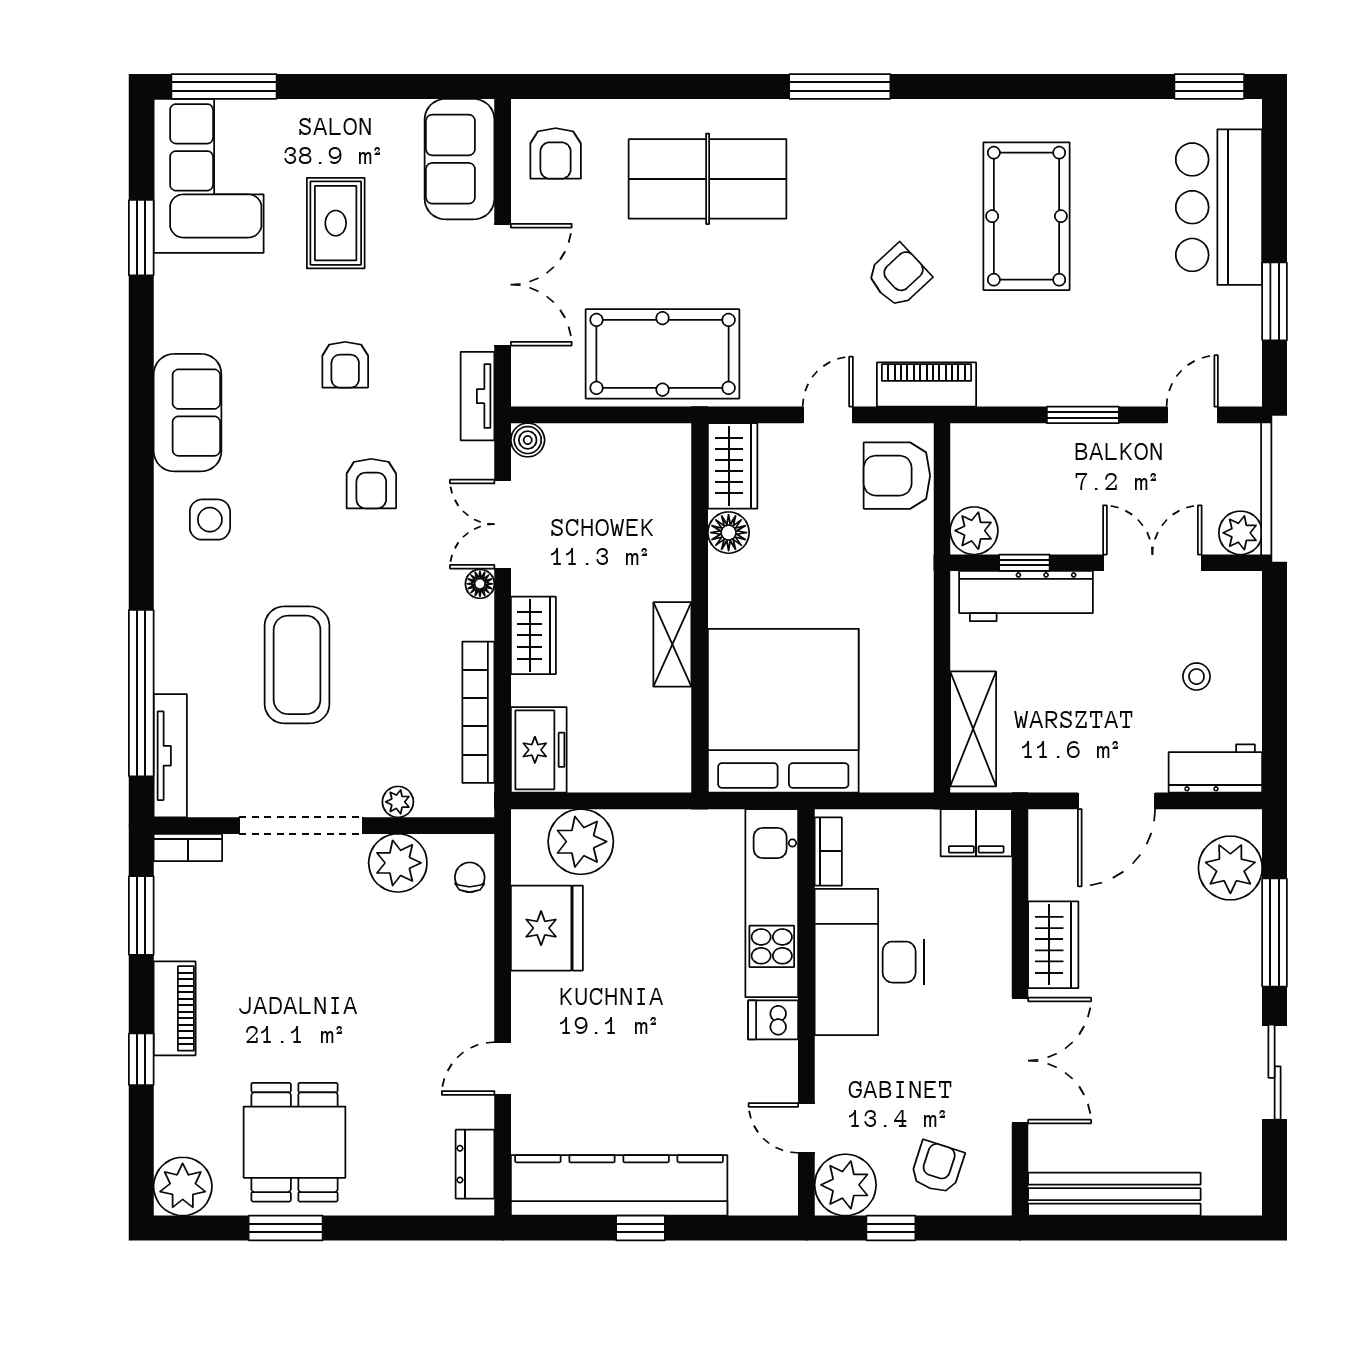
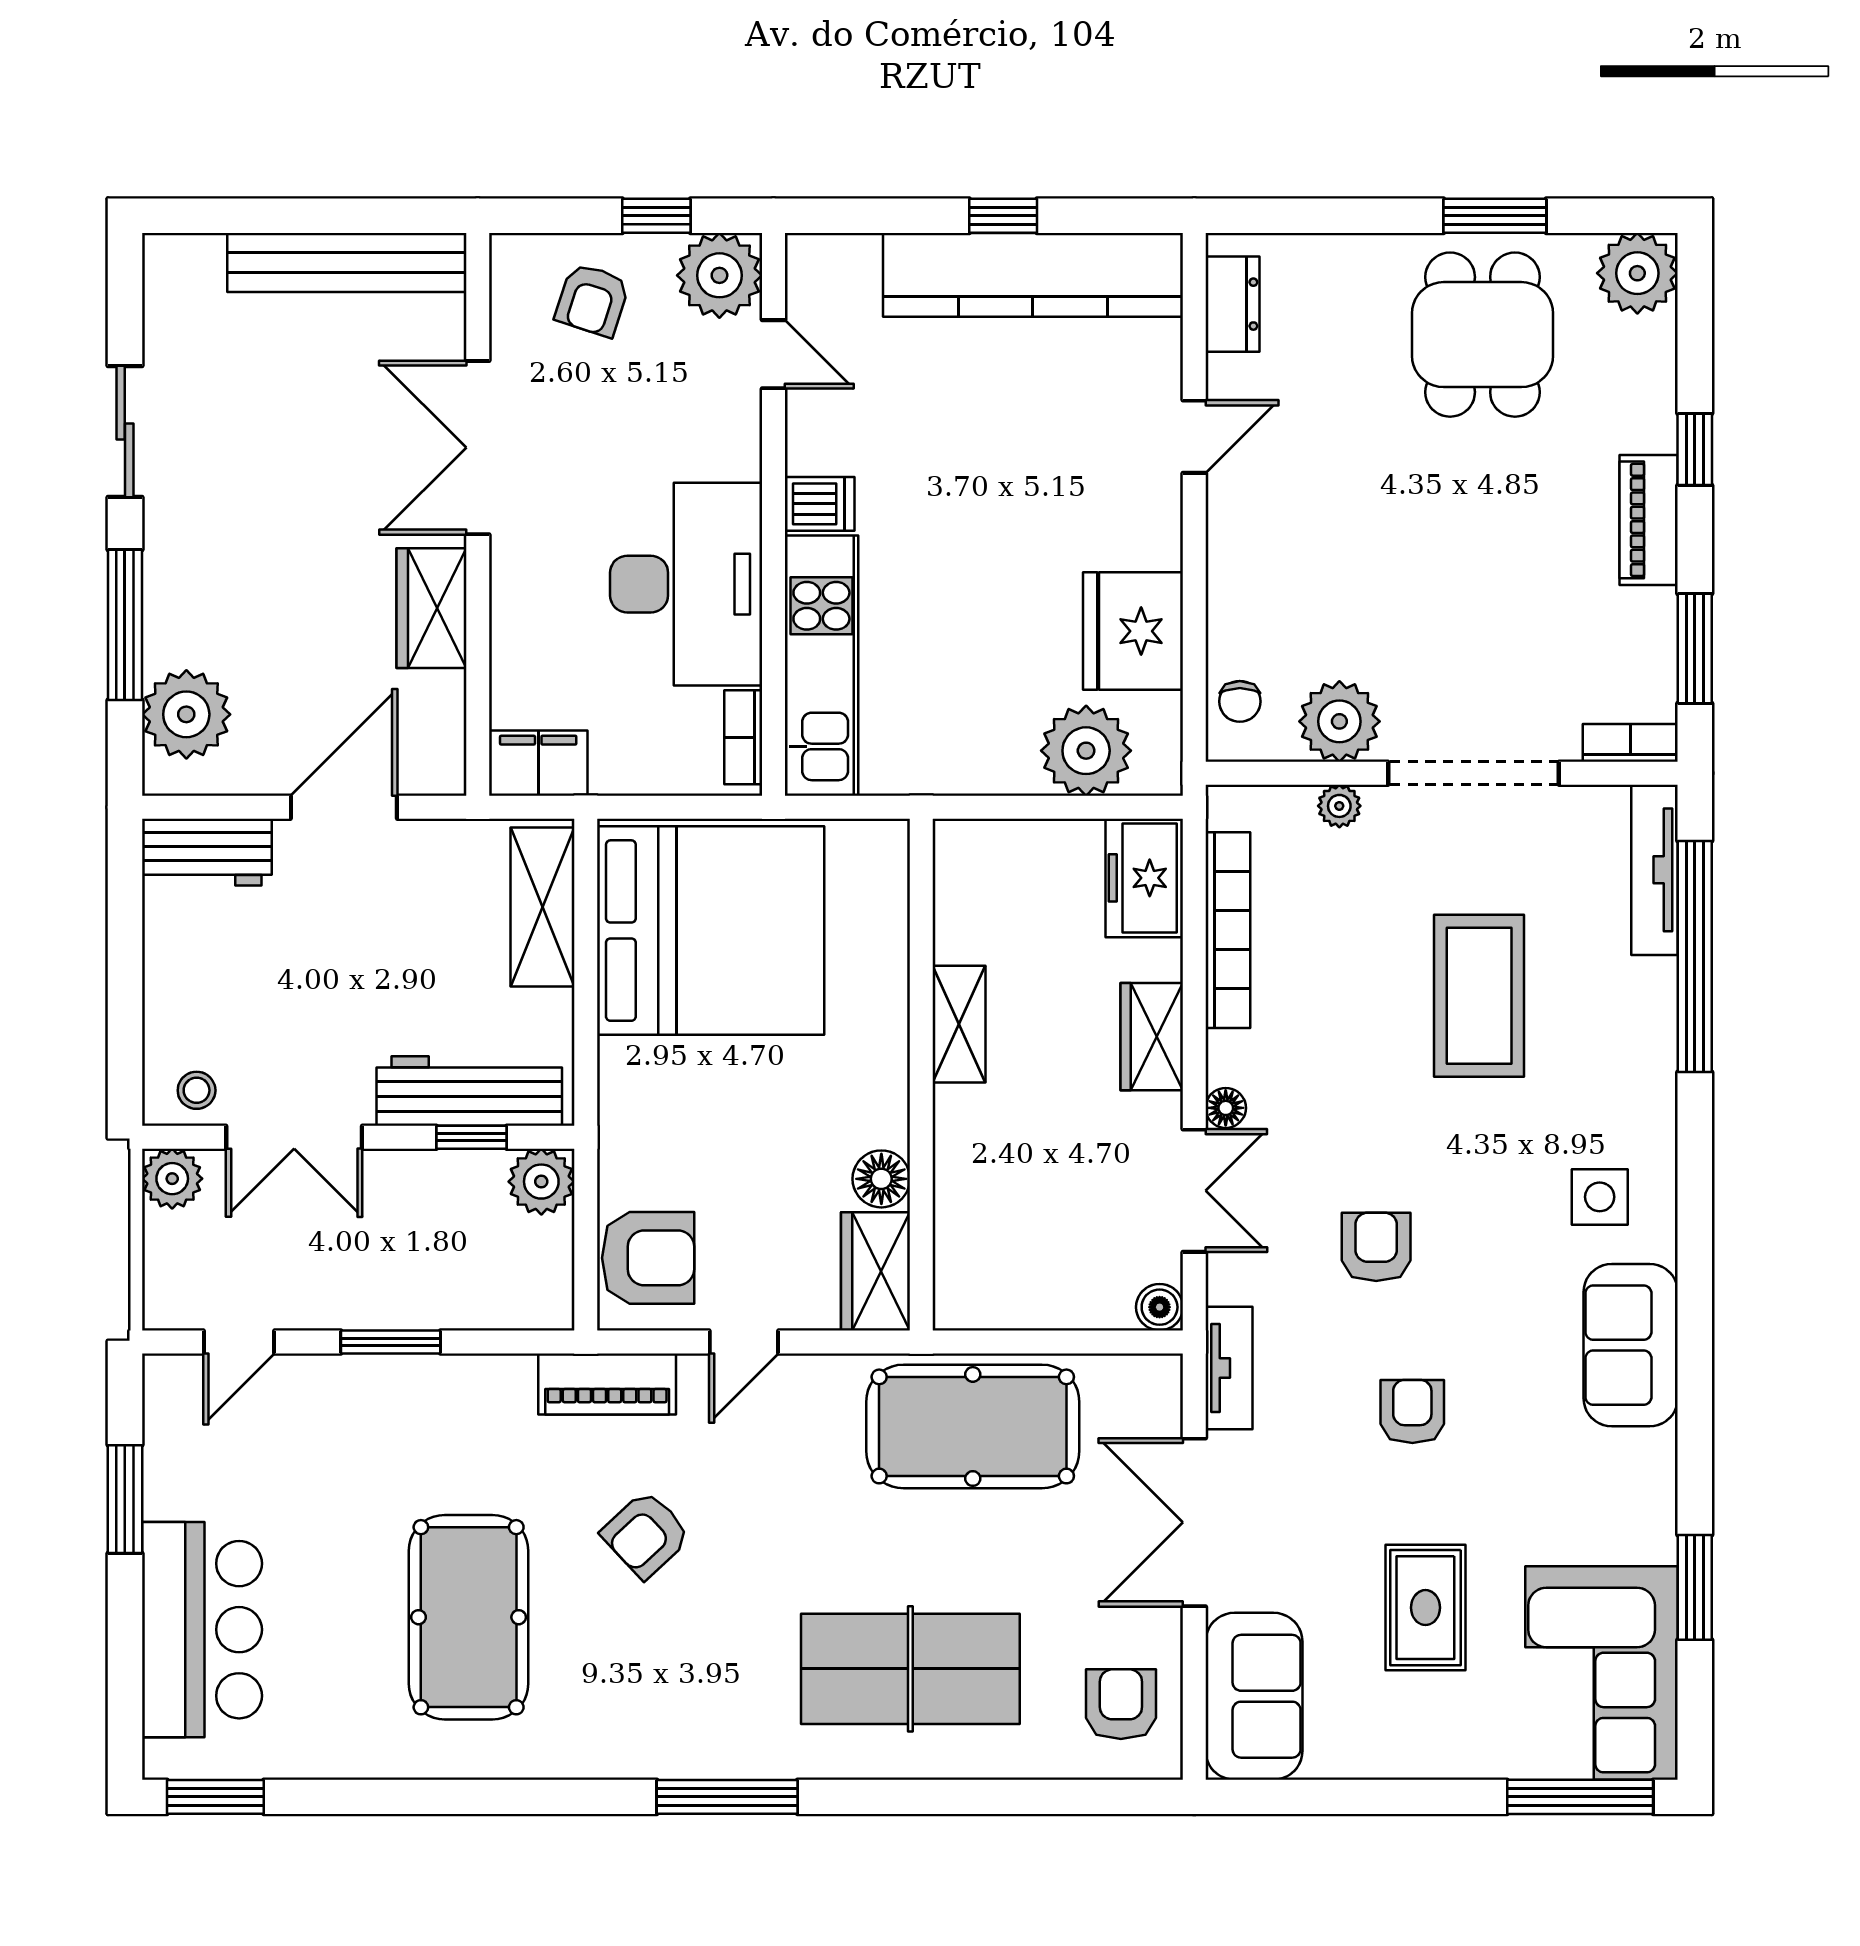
stool: (1197, 677) -> (197, 1090), moved
bed: (783, 711) -> (711, 931), moved, turned -90

